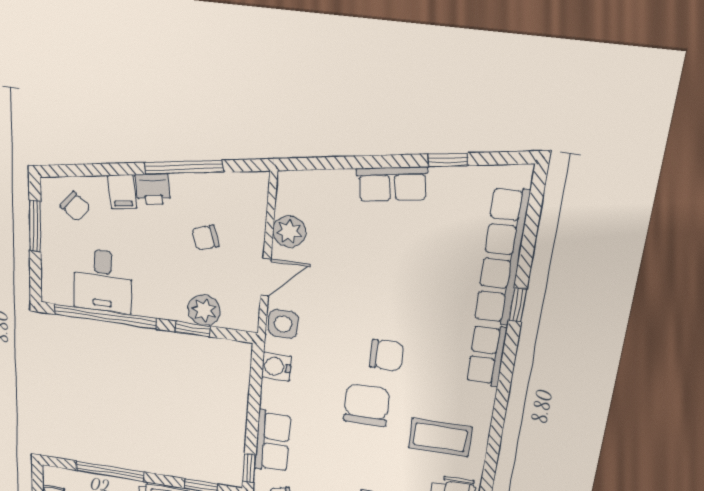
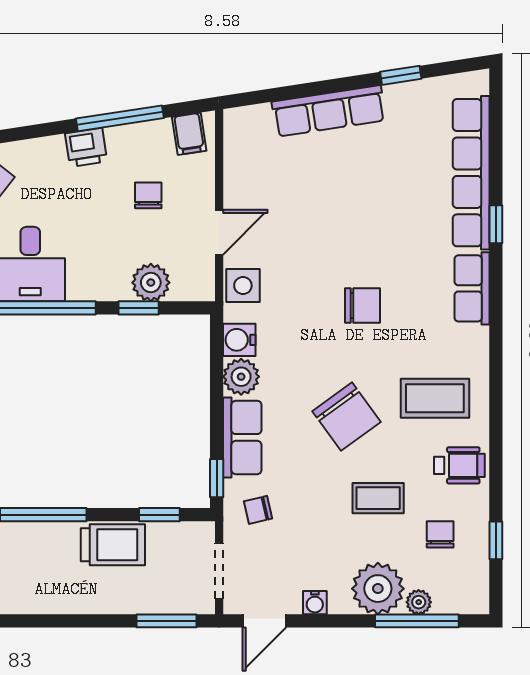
row of seats: (392, 184) -> (329, 111), width x1.48
filing cabinet: (122, 192) -> (189, 134), moved
plant: (289, 232) -> (241, 377), moved
chair: (206, 238) -> (148, 195), turned 108
chair: (367, 405) -> (347, 417), moved, turned 144

